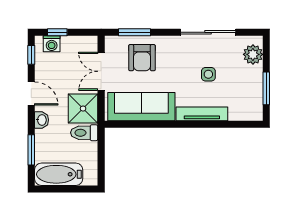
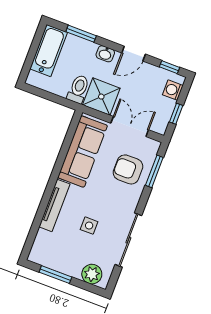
window: (57, 32) -> (176, 114), moved

